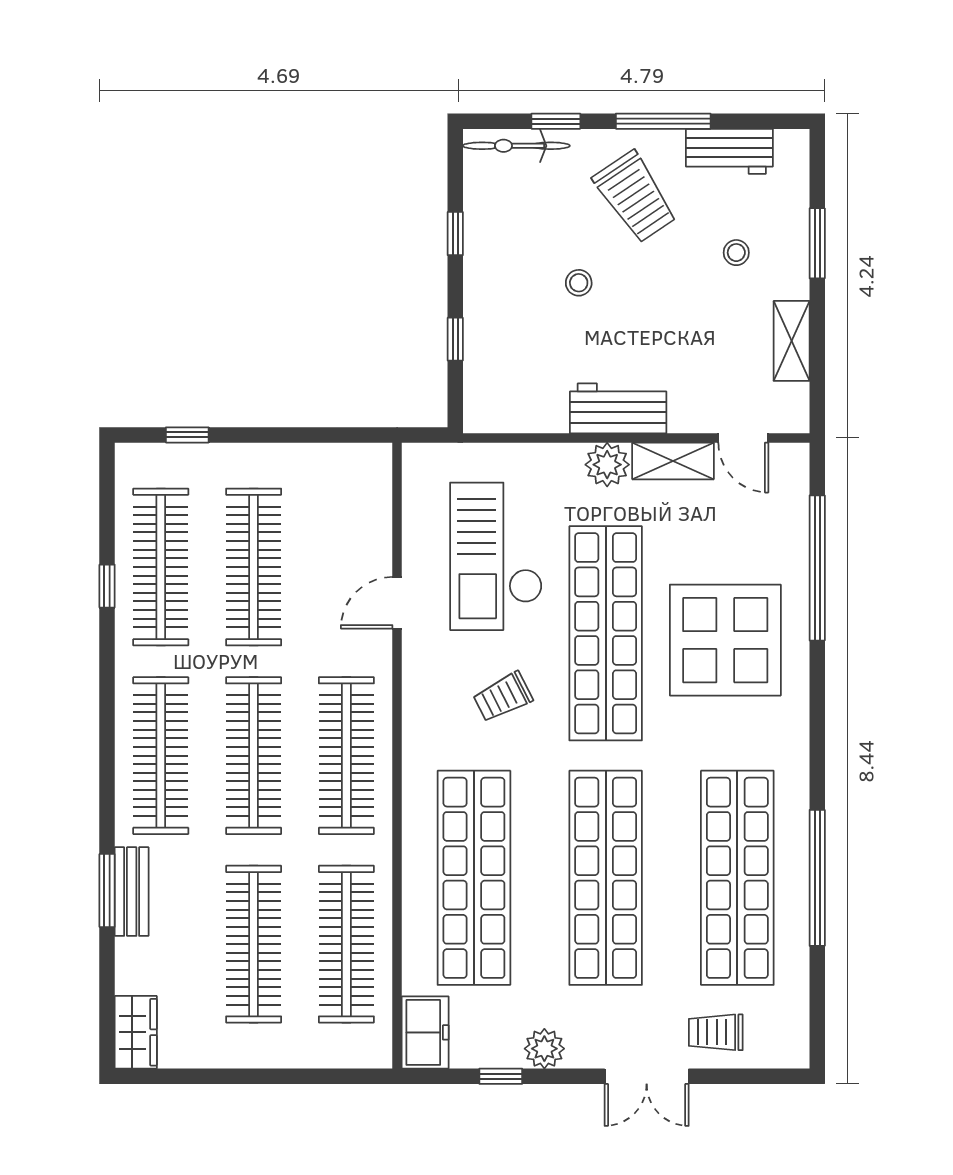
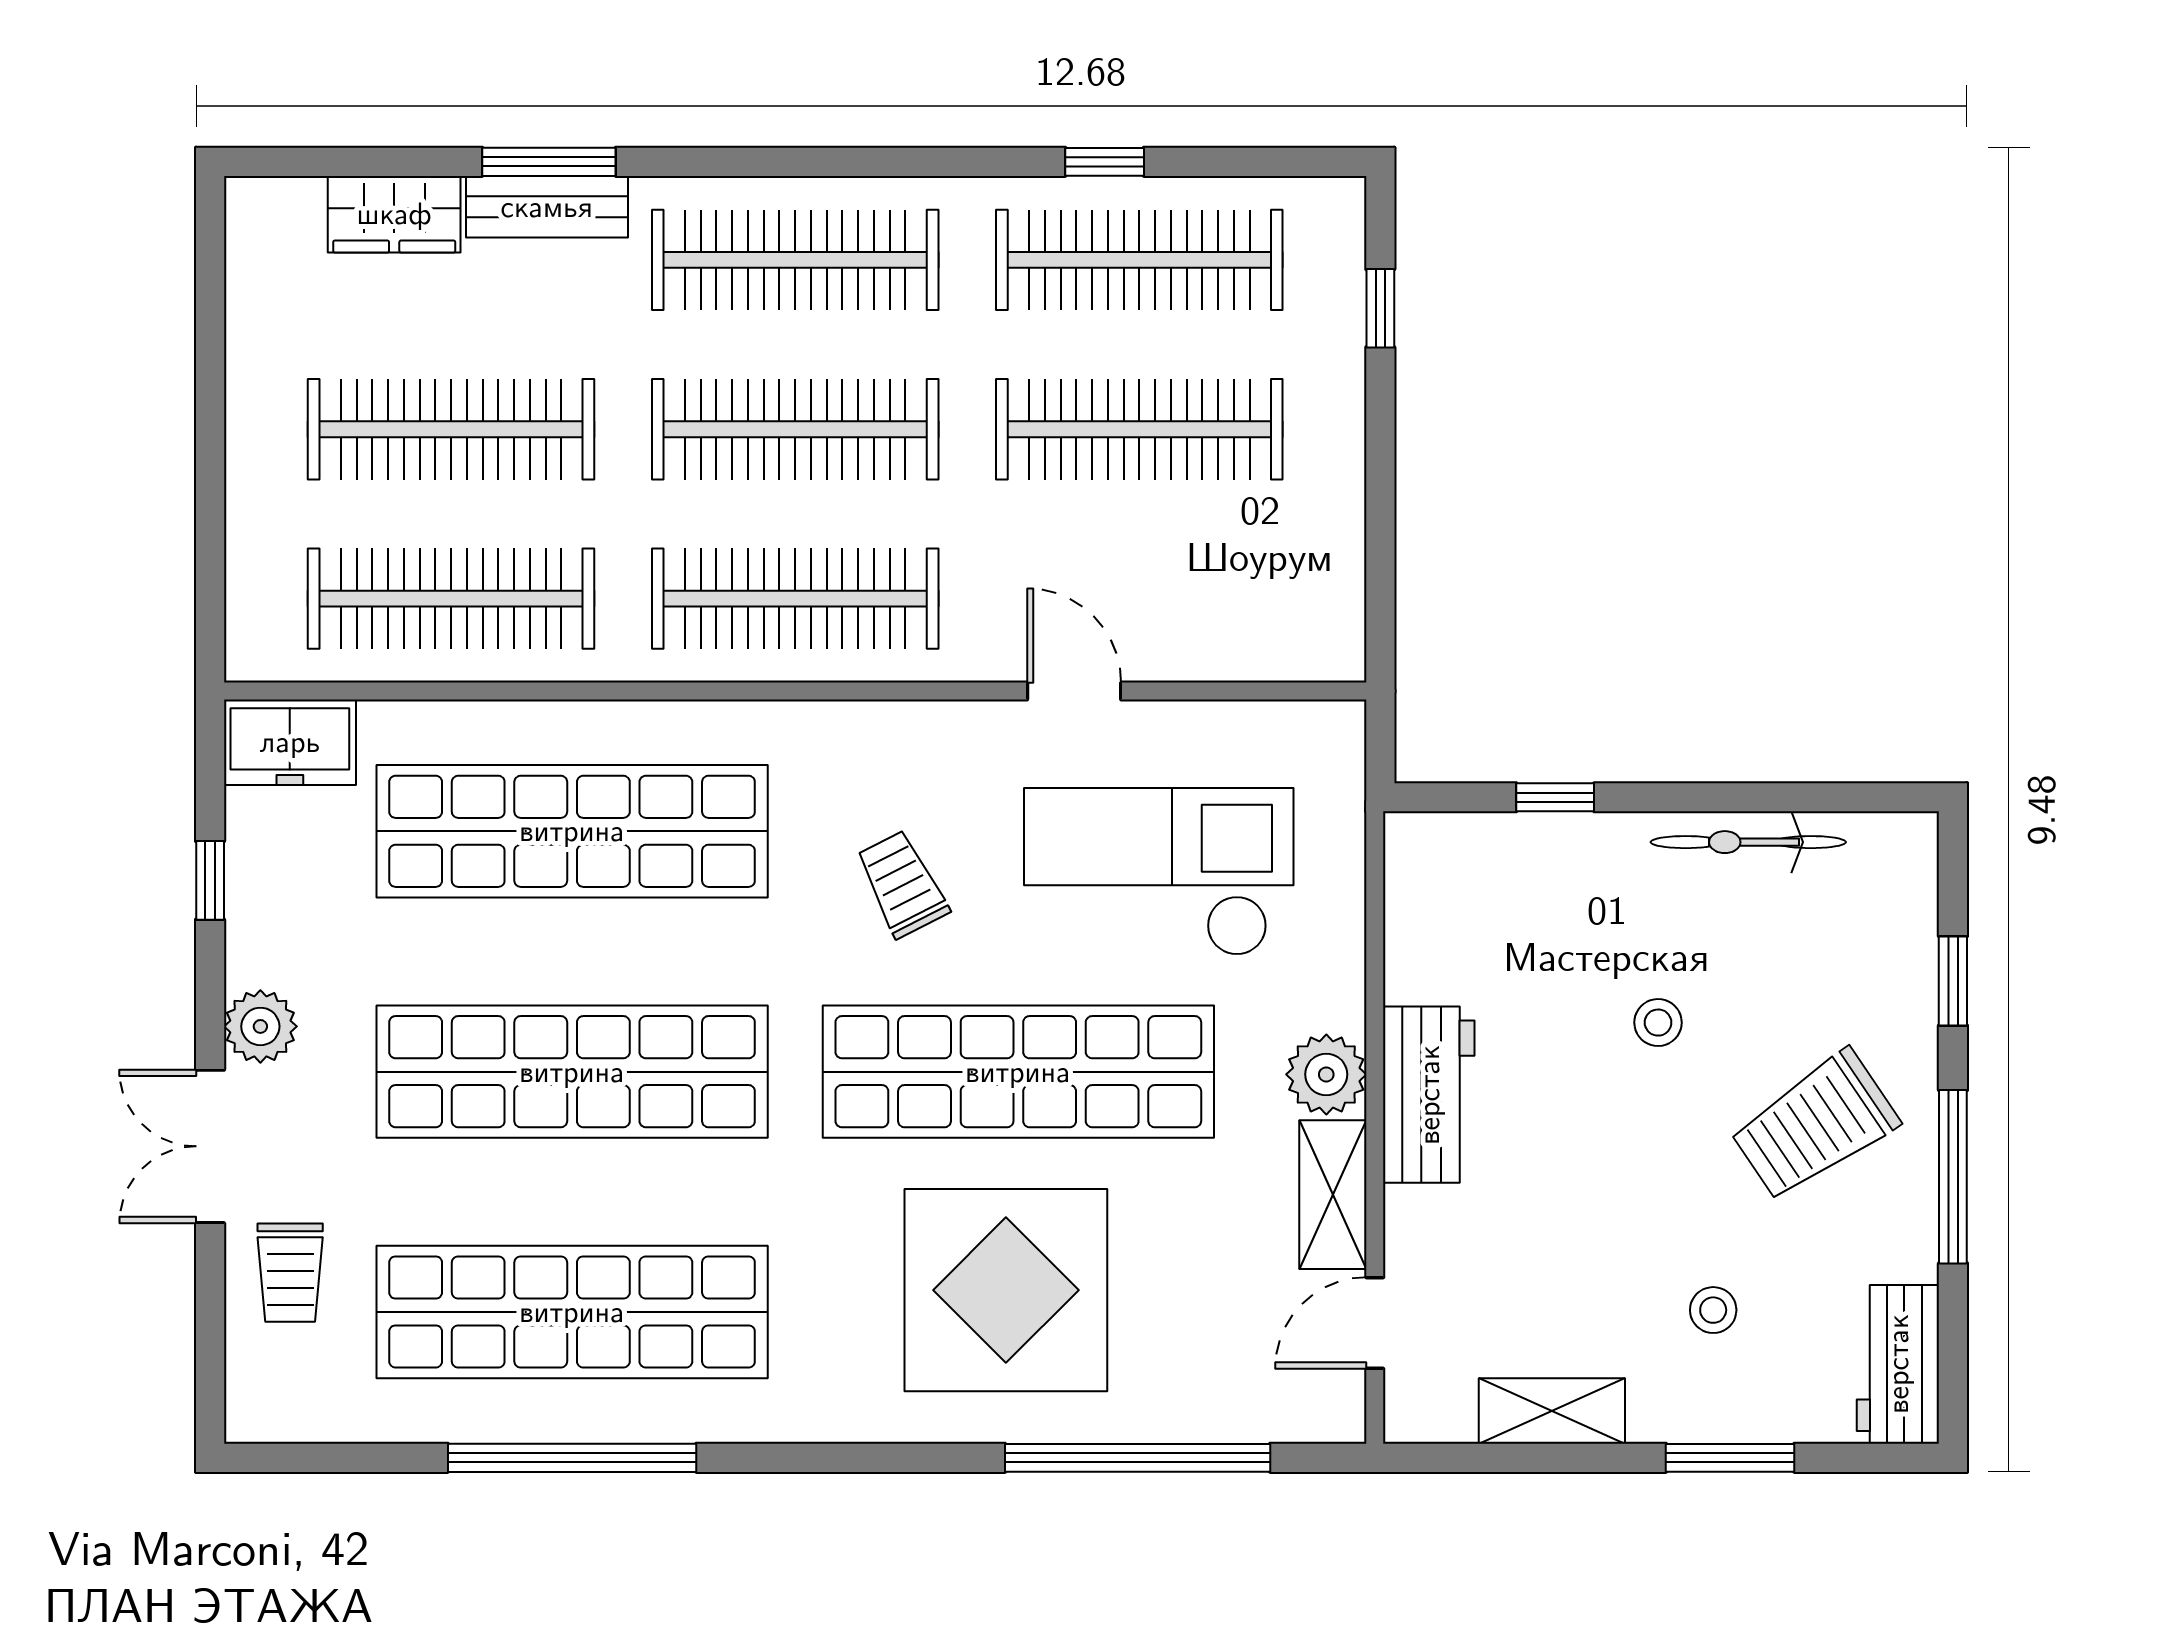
bicycle: (516, 146) -> (1748, 842), moved, turned -90
workbench: (729, 151) -> (1898, 1364), moved
window: (455, 234) -> (1748, 797), removed
wardrobe: (136, 1032) -> (394, 214), moved
trolley: (716, 1032) -> (290, 1273), turned 180
plant: (544, 1049) -> (260, 1026), moved

